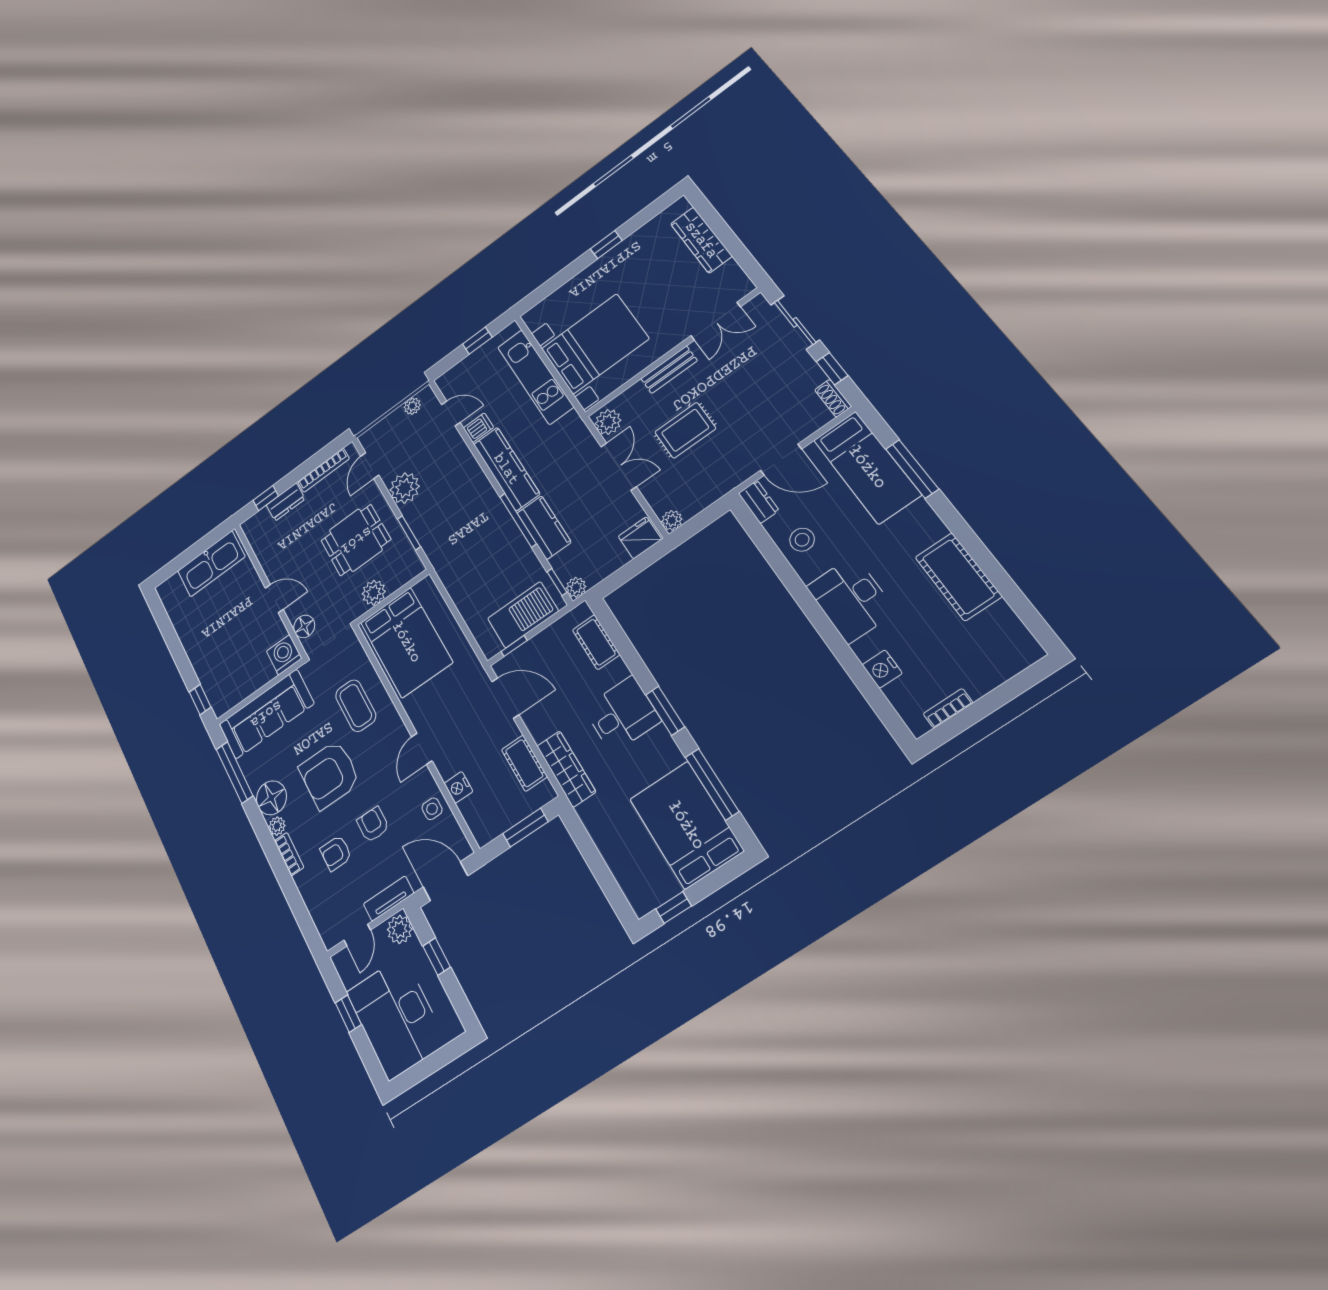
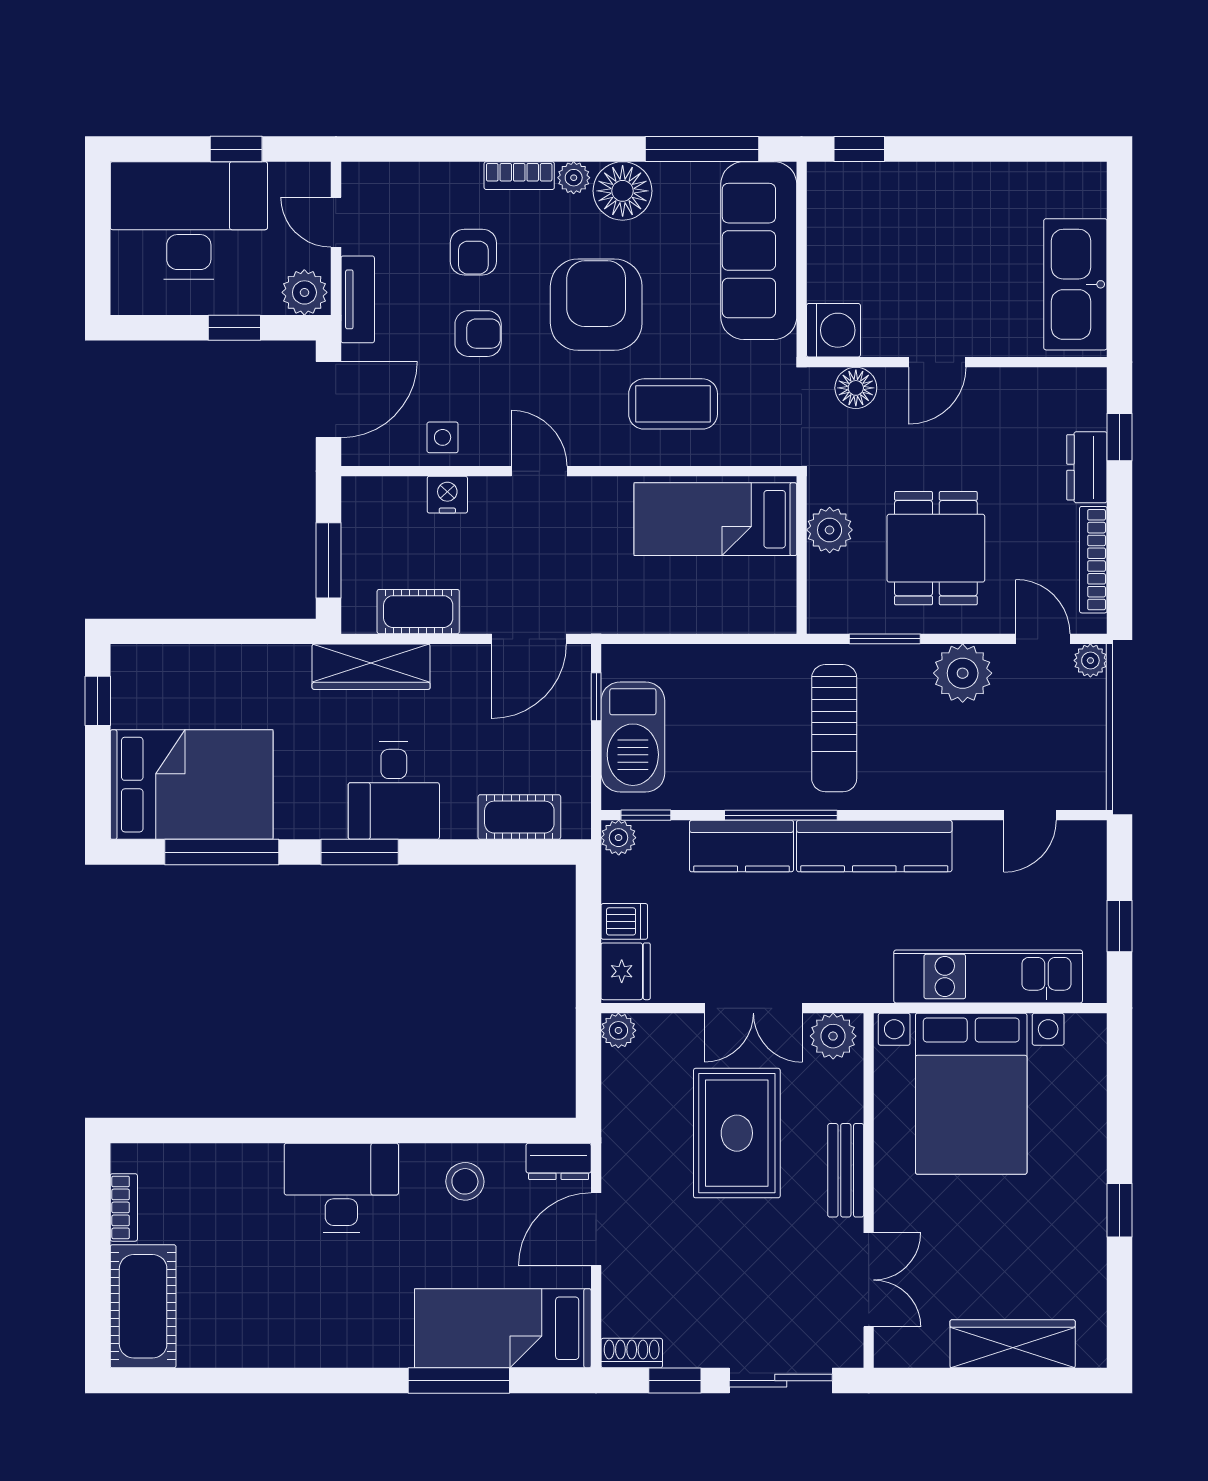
double door: (716, 321) -> (869, 1280), swing flipped
plant: (412, 406) -> (1090, 660), moved
dishwasher: (478, 428) -> (624, 921), moved, turned -90
rug: (685, 430) -> (737, 1133), width x1.36, depth x1.43
sun lounger: (463, 526) -> (834, 728), added
cot: (958, 577) -> (143, 1306), moved, turned 90
bed: (406, 642) -> (715, 519), width x0.67
nightstand: (882, 669) -> (225, 1164), removed
armchair: (336, 853) -> (473, 252), turned 180

